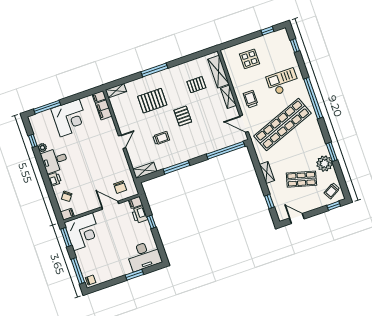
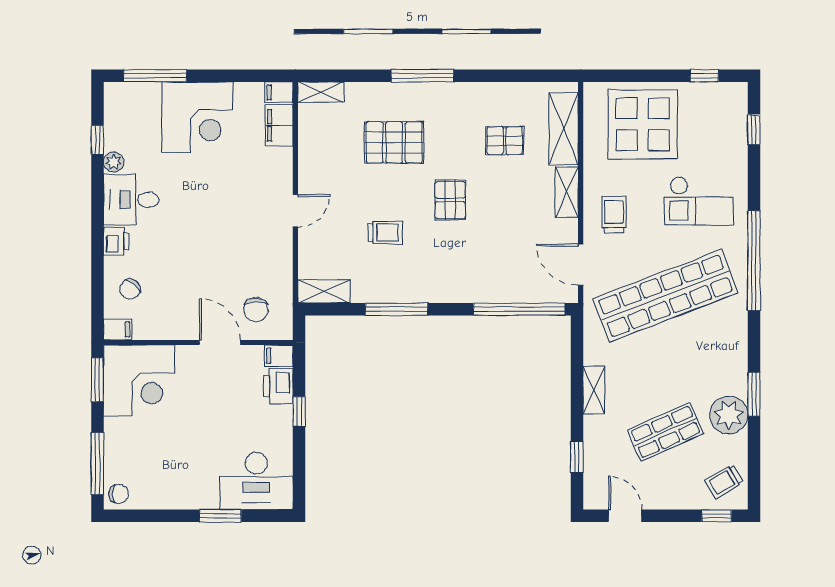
display table: (250, 59) -> (643, 124), width x1.86, depth x1.86
checkout: (283, 82) -> (699, 201), turned 180
shop shelf: (301, 179) -> (665, 432), turned -39

